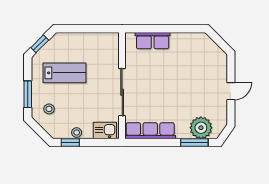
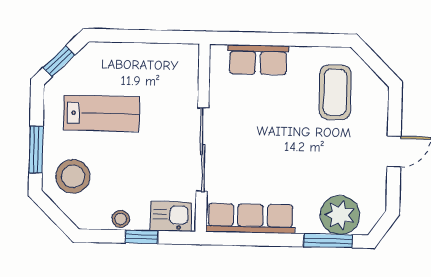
coffee table: (197, 58) -> (335, 92), added
stool: (49, 109) -> (73, 176), width x1.89, depth x1.89
window: (70, 142) -> (141, 237), moved

